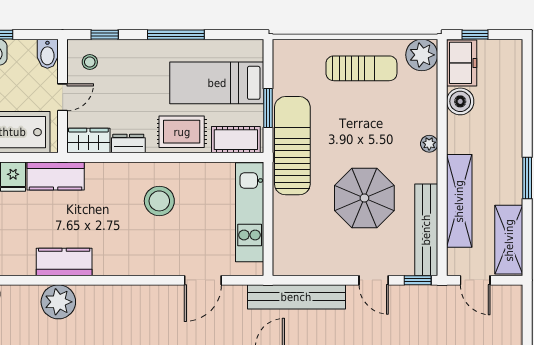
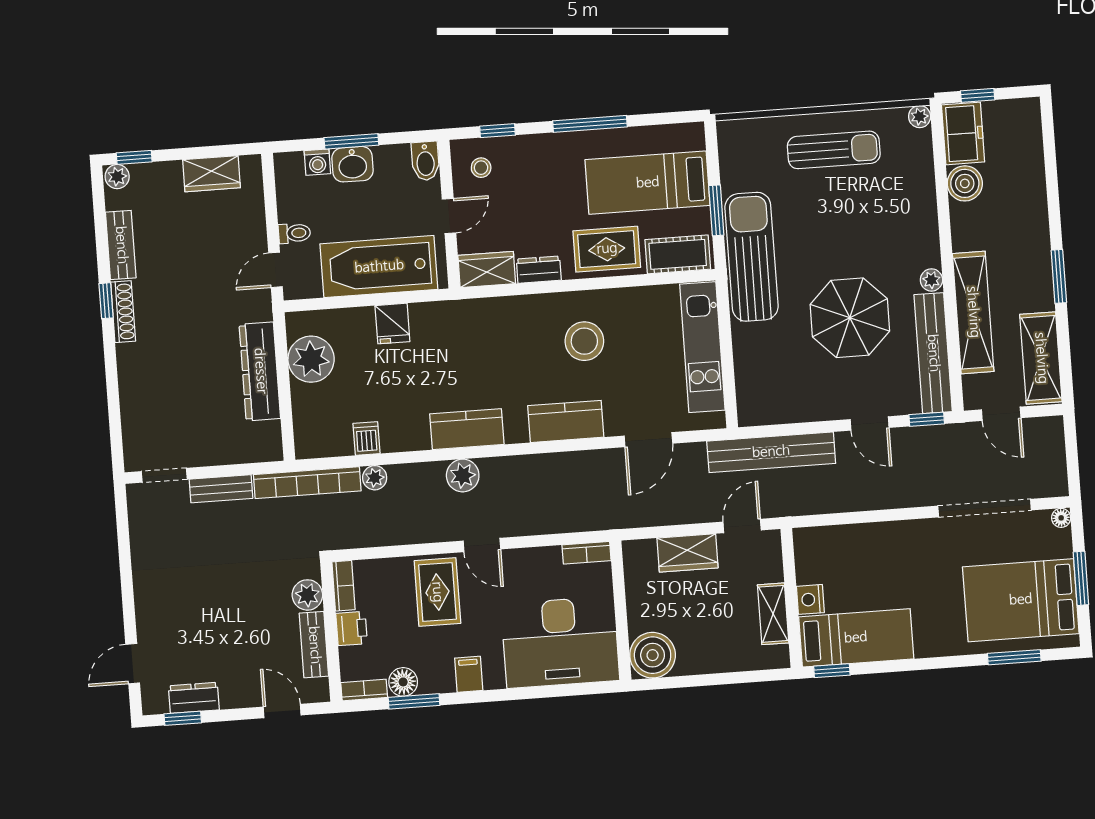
plant: (422, 55) -> (920, 117), width x0.53, depth x0.53
plant: (429, 144) -> (931, 280), moved
kitchen counter: (56, 176) -> (566, 421), moved, turned 180
plant: (58, 302) -> (463, 476), width x0.73, depth x0.73

